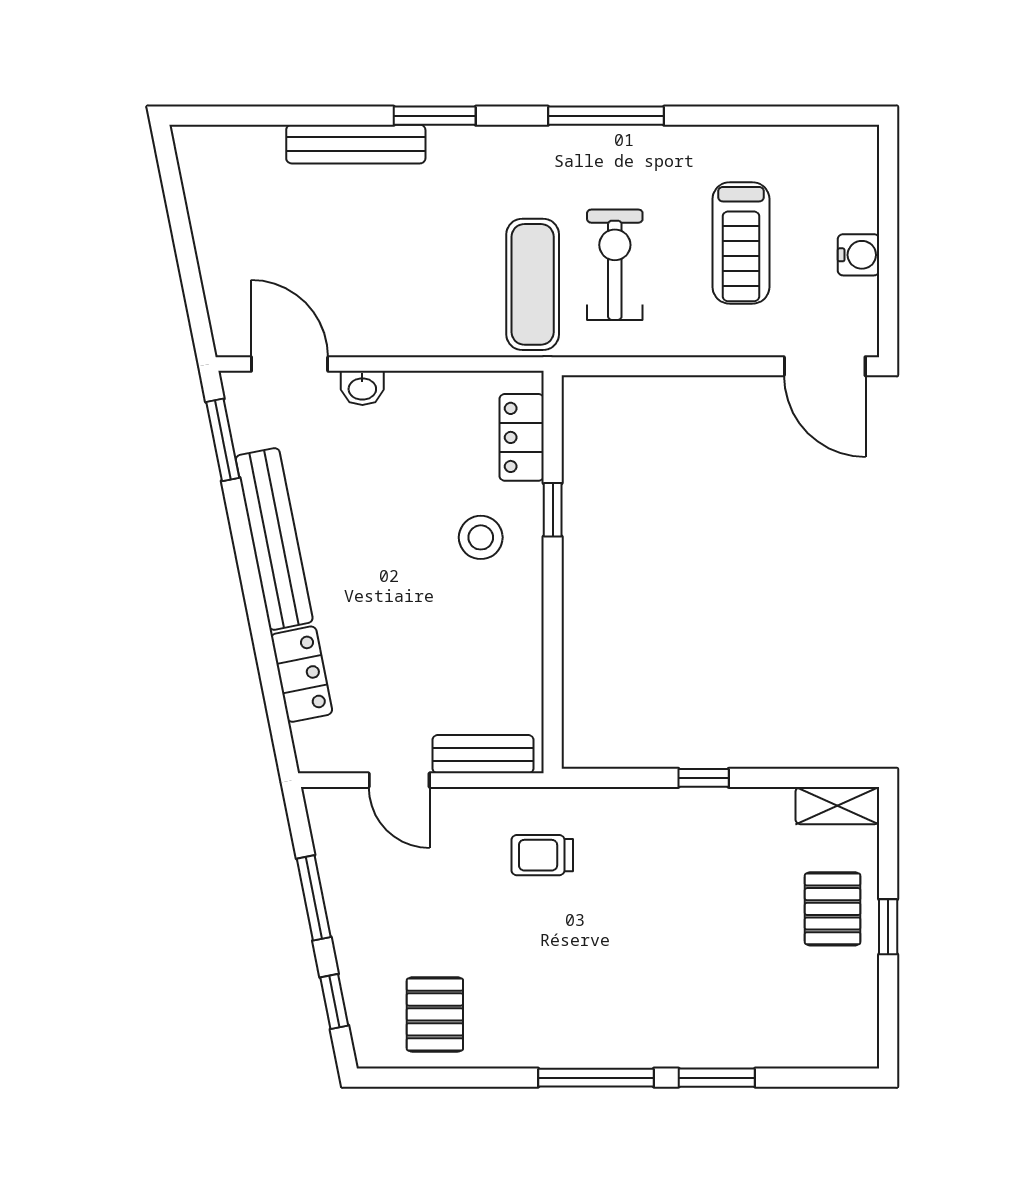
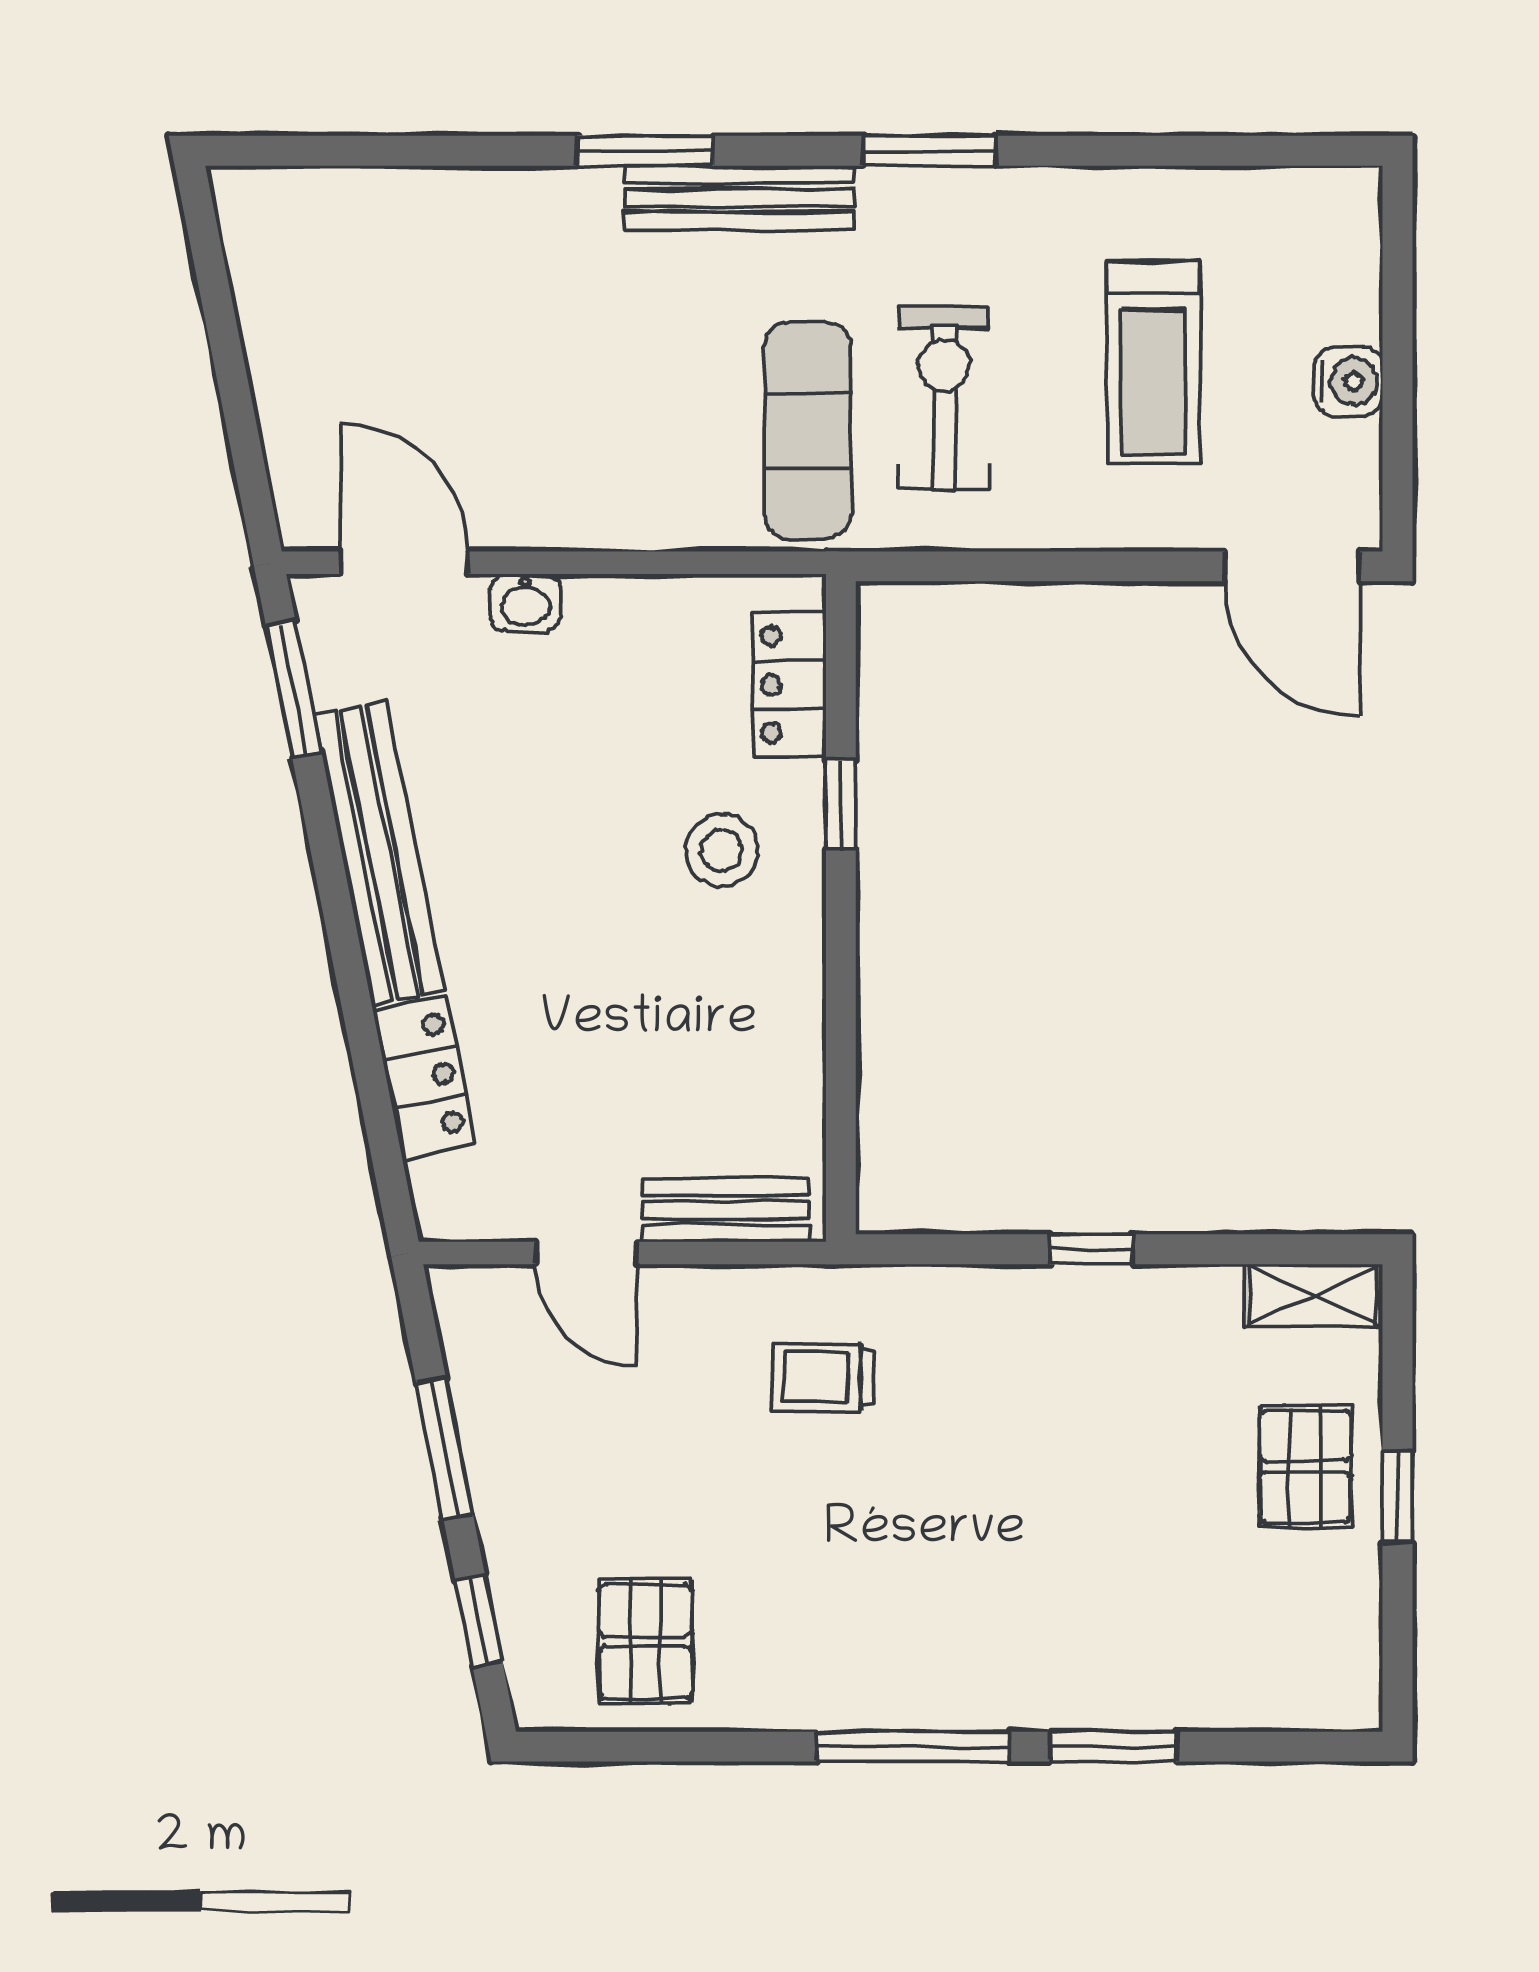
window: (606, 116) -> (929, 151), width x0.69
bench: (356, 144) -> (739, 198), moved

